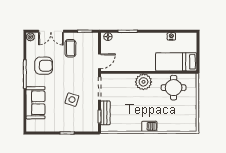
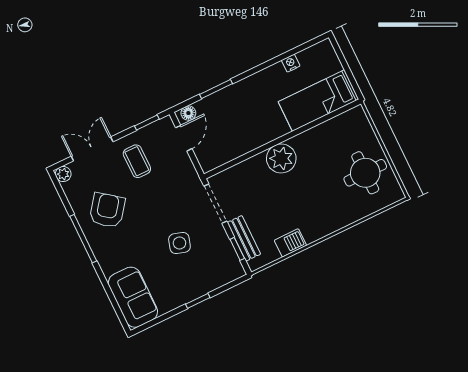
double door: (51, 31) -> (92, 149), swing flipped
door: (100, 61) -> (184, 138), moved
armchair: (44, 66) -> (107, 210), turned -53
round table: (174, 88) -> (365, 173), moved
sofa: (36, 103) -> (133, 297), moved
barbecue: (149, 126) -> (290, 243), moved

